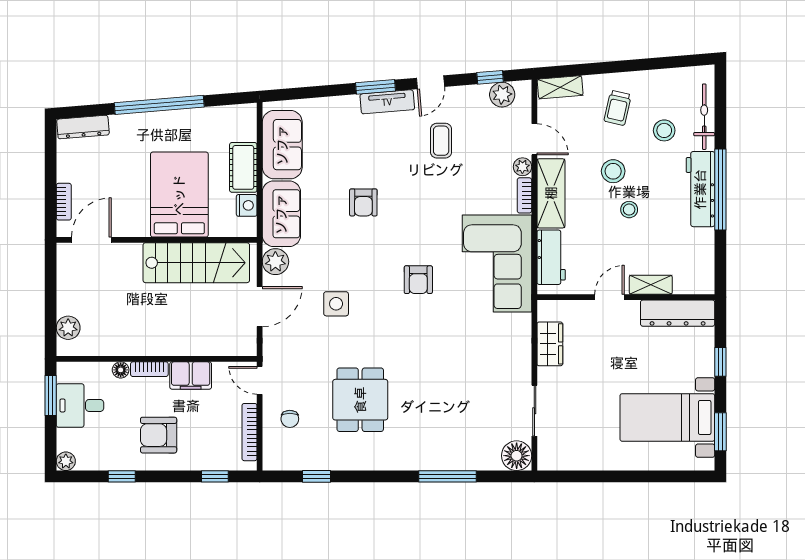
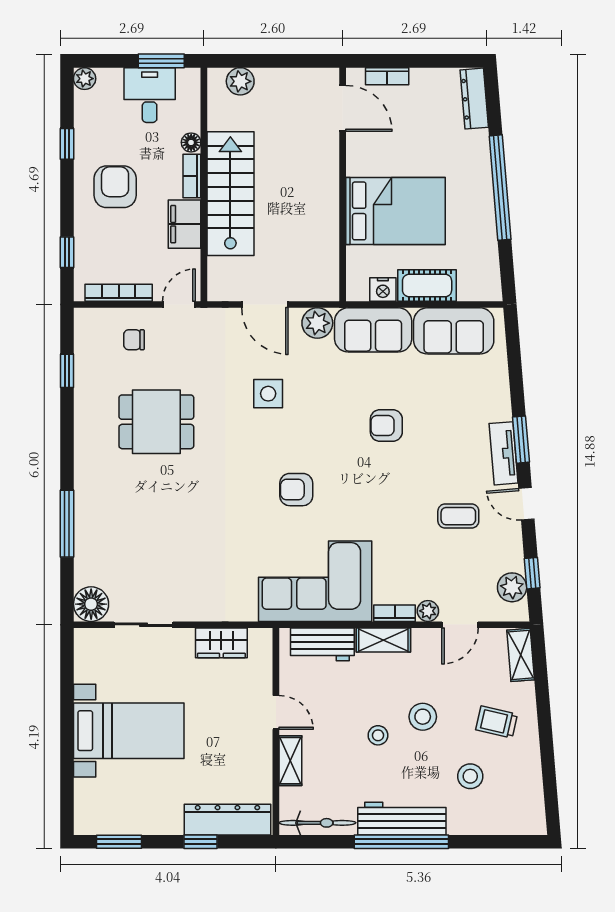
bicycle: (704, 117) -> (317, 823), moved
shelving: (551, 193) -> (383, 640), width x0.67, depth x0.75
stairs: (196, 263) -> (230, 194), moved, turned 180
dresser: (678, 313) -> (227, 820), moved, turned 90
bed with nightstands: (667, 417) -> (129, 731), moved, turned 90

